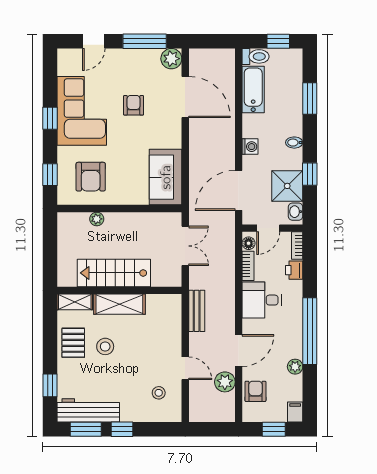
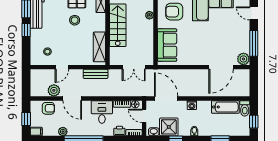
armchair: (134, 105) -> (216, 37), removed
sofa: (166, 177) -> (167, 45), moved, turned 90
shelving: (119, 304) -> (99, 47), moved

